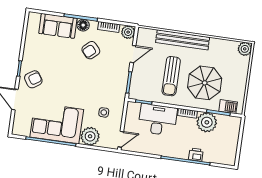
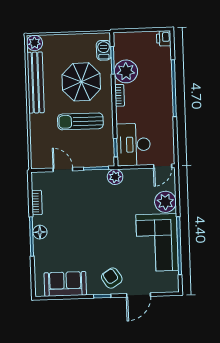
sofa: (58, 26) -> (65, 284), moved, turned -90
plant: (128, 32) -> (115, 177), moved
bench: (183, 40) -> (36, 83), moved
armchair: (91, 50) -> (67, 218), removed
sun lounger: (171, 76) -> (80, 121), turned 180
side table: (104, 112) -> (135, 191), removed
desk: (158, 120) -> (133, 145), moved
door: (121, 139) -> (163, 166), swing flipped
printer: (196, 155) -> (164, 38), moved

